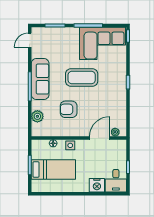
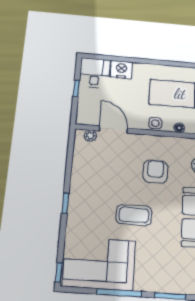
coffee table: (82, 78) -> (134, 215), width x0.73, depth x0.76
armchair: (69, 109) -> (155, 172), turned -90
door: (100, 138) -> (113, 129), swing flipped

